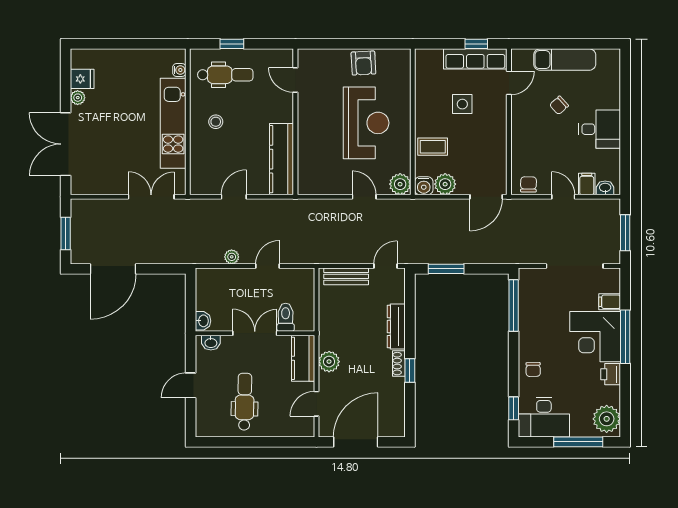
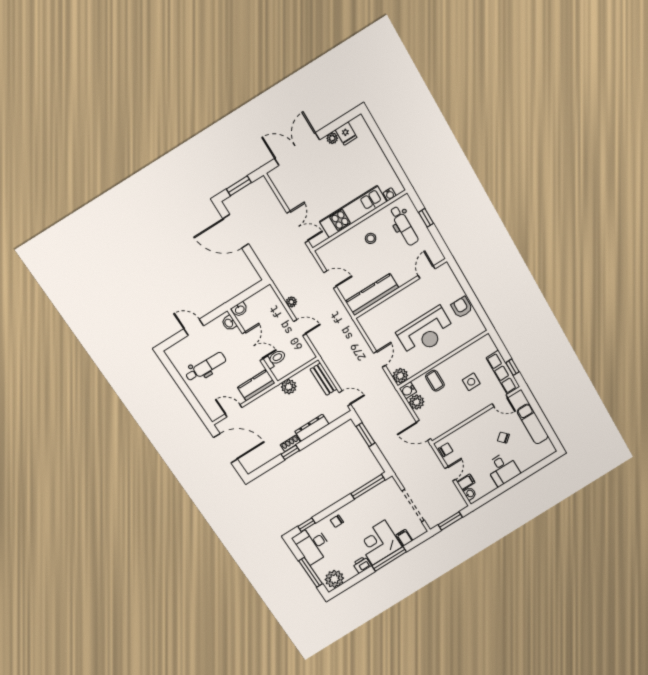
armchair: (363, 63) -> (462, 307), turned 93
plant: (329, 362) -> (289, 387), moved

